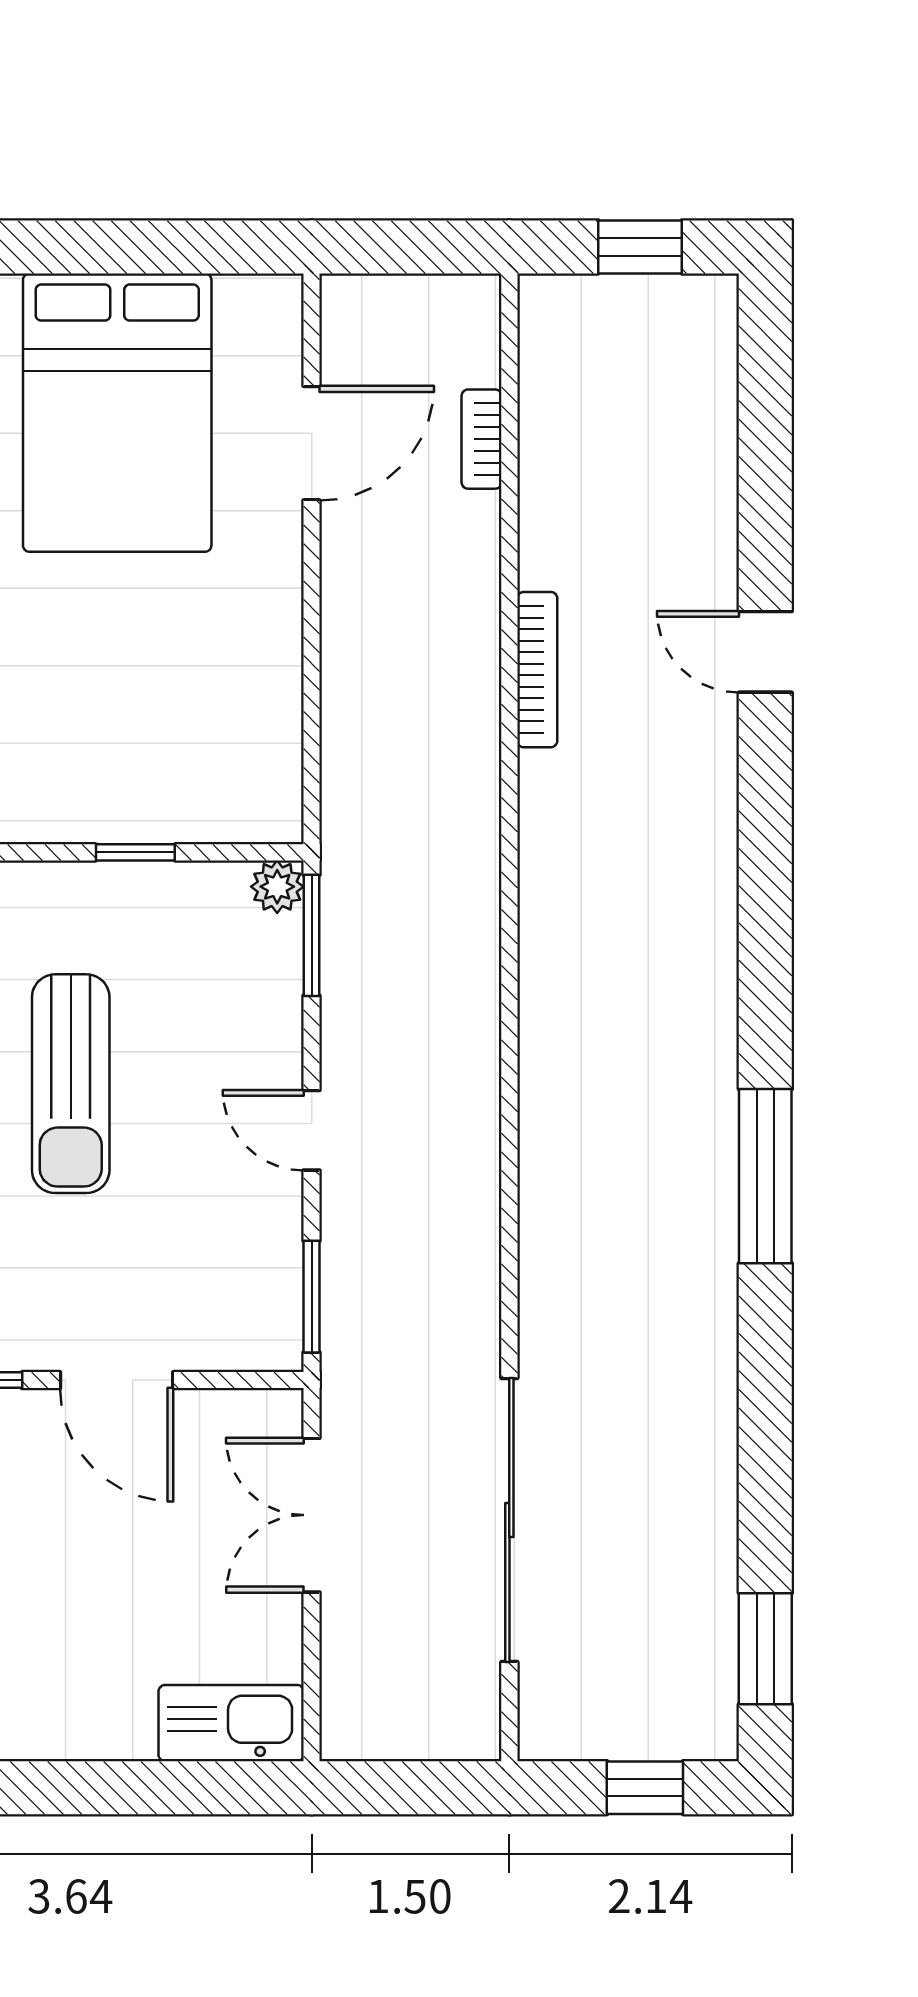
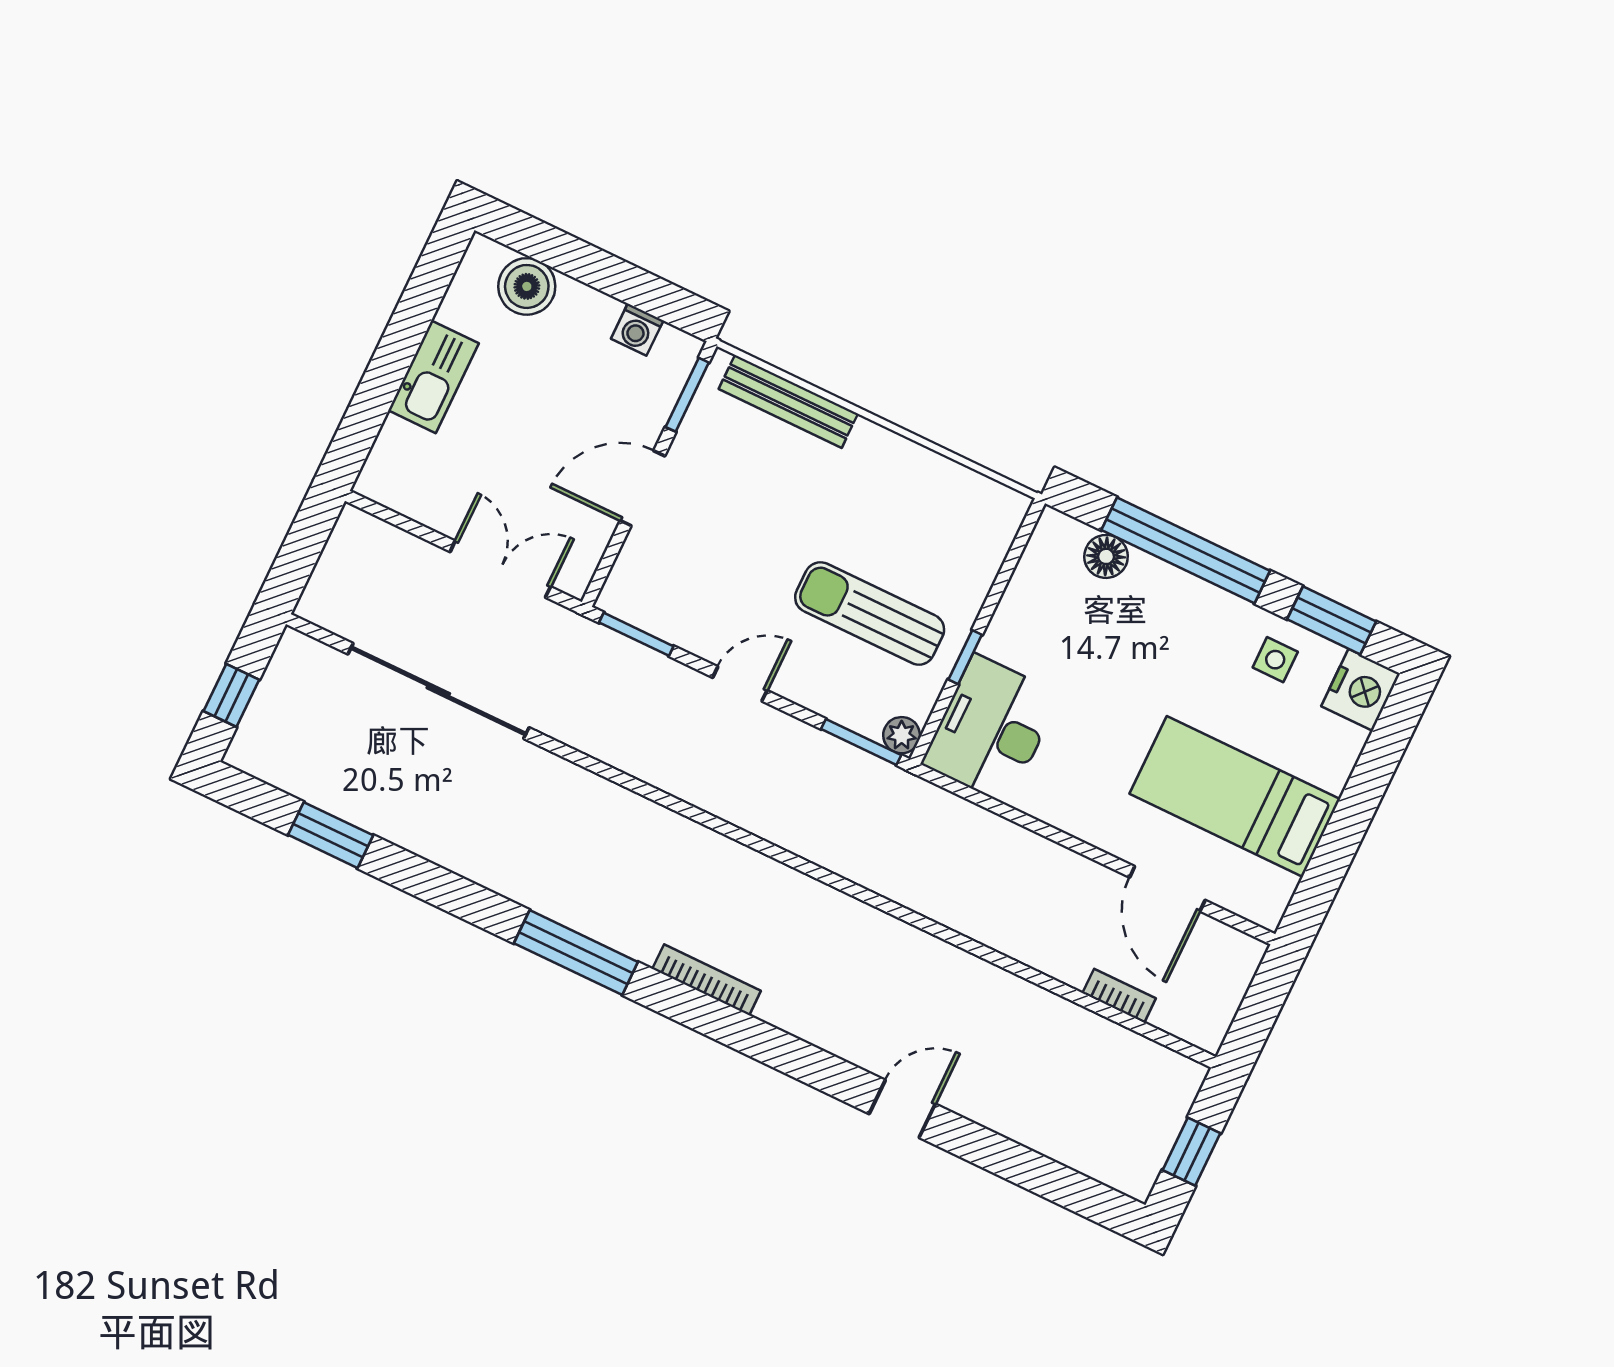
bed: (117, 413) -> (1235, 796), width x0.67
bookcase: (537, 670) -> (707, 980), moved, turned 180
desk: (213, 774) -> (991, 729), added
sun lounger: (71, 1084) -> (870, 613), moved
window: (765, 1649) -> (331, 835), moved
kitchen sink: (231, 1723) -> (433, 377), moved

